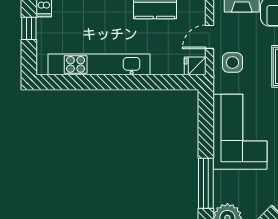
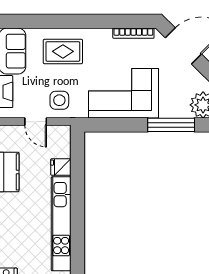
fridge: (195, 66) -> (61, 167), moved, turned 90

